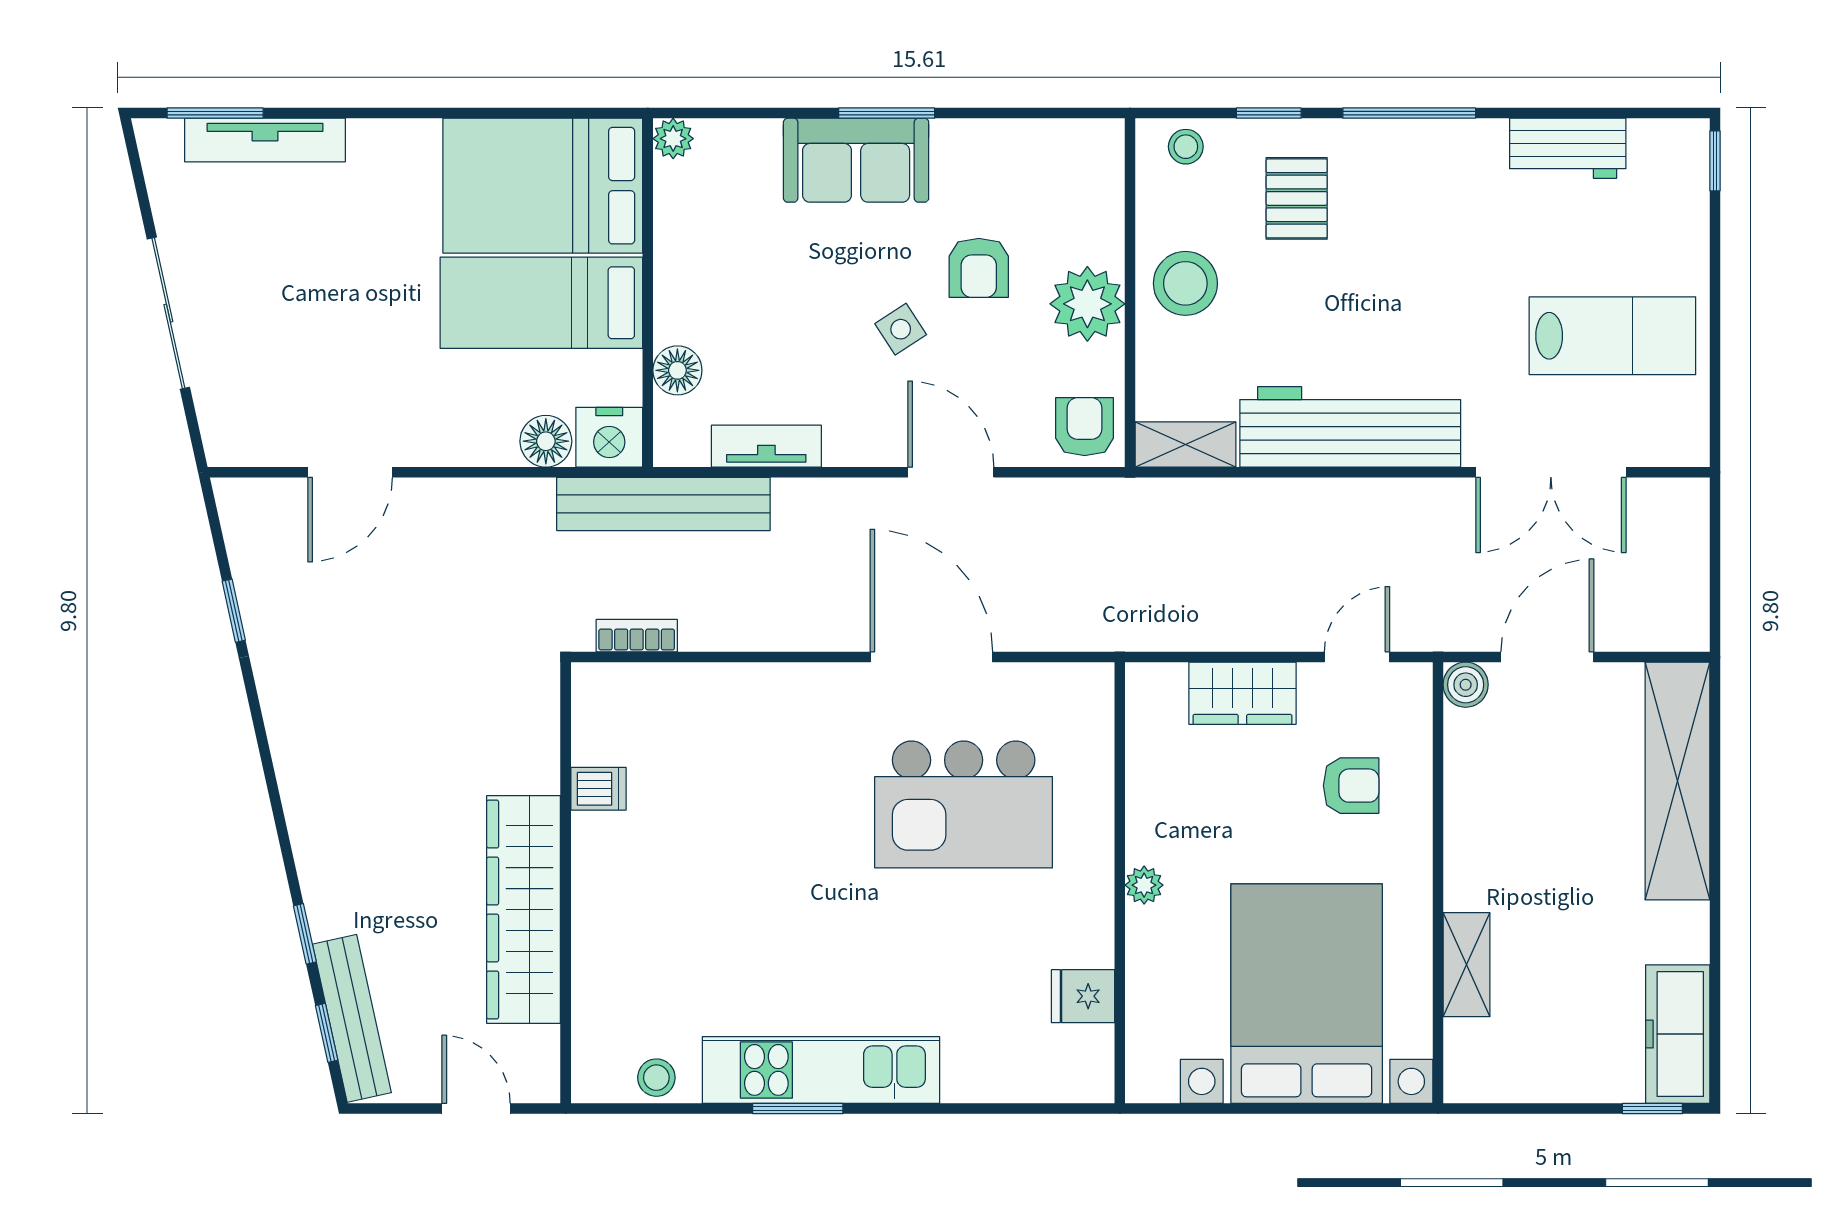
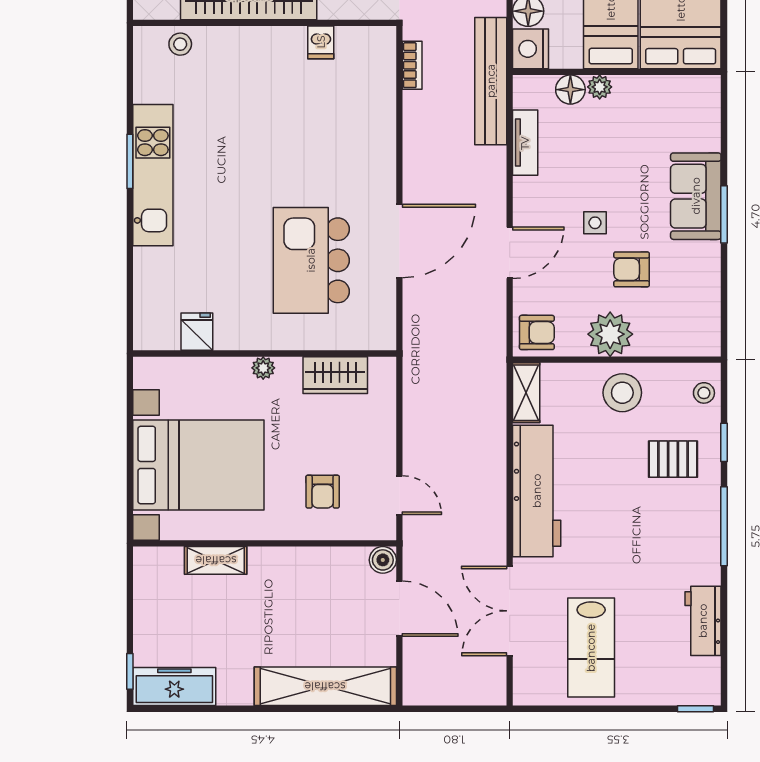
plant: (673, 139) -> (600, 87), moved
side table: (901, 329) -> (595, 223), turned 33
wardrobe: (1242, 693) -> (335, 375), moved, turned -90
stool: (656, 1078) -> (180, 44), moved

